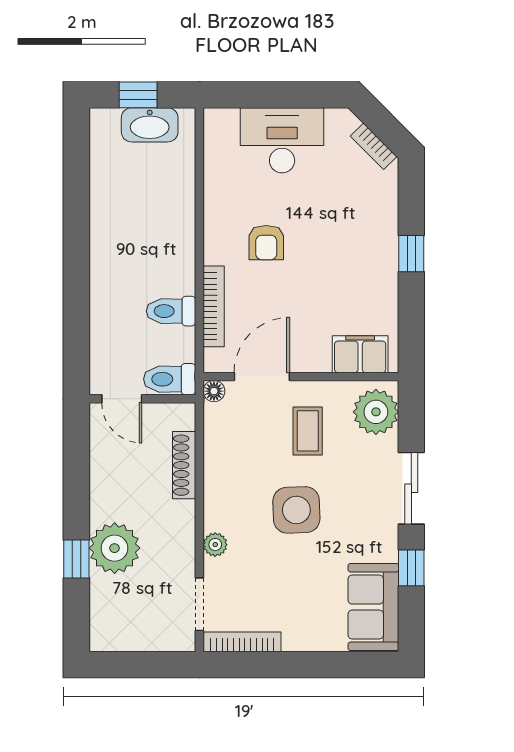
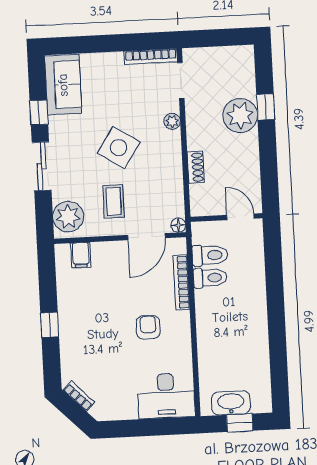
desk: (282, 140) -> (166, 396), moved
filing cabinet: (360, 354) -> (81, 255), width x0.50
toilet: (170, 379) -> (210, 255), moved
shoe rack: (184, 465) -> (196, 167), width x0.70
side table: (296, 510) -> (119, 148), turned 35

